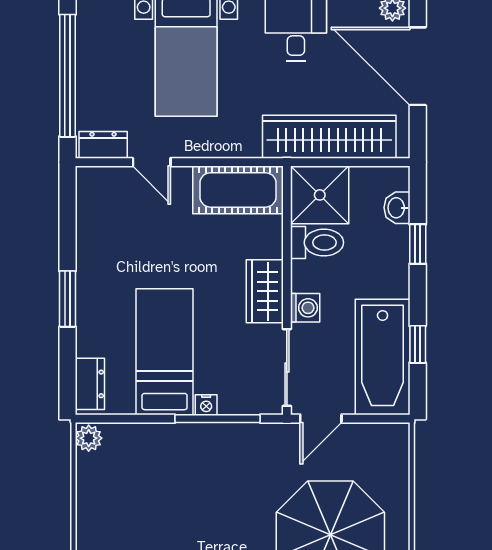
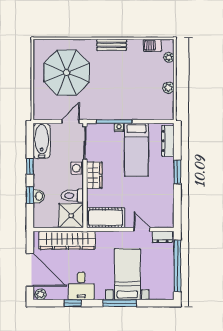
washbasin: (397, 208) -> (39, 196), moved
window: (418, 344) -> (30, 166), moved
bathtub: (383, 357) -> (42, 141), width x0.73, depth x0.73
dresser: (90, 384) -> (168, 141), width x1.44
plant: (89, 438) -> (168, 88), moved

